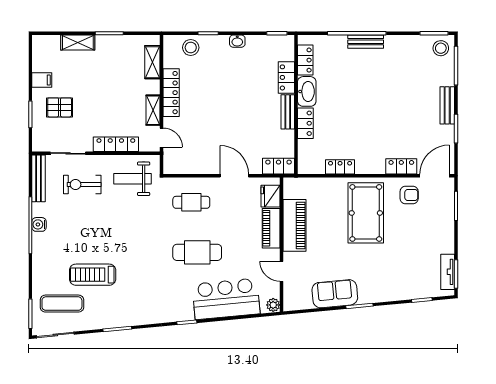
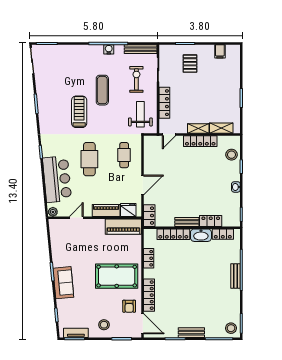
shelving: (78, 43) -> (235, 76), removed
filing cabinet: (42, 80) -> (220, 51), moved
shelving: (153, 110) -> (198, 129), moved
locker: (305, 123) -> (173, 234), width x1.53
locker: (401, 166) -> (149, 295), width x1.53
piano: (294, 225) -> (123, 227), moved
stool: (436, 231) -> (104, 325), added
treadmill: (93, 275) -> (79, 112), moved
sofa: (335, 294) -> (63, 283), moved
exercise mat: (62, 304) -> (102, 90), moved

